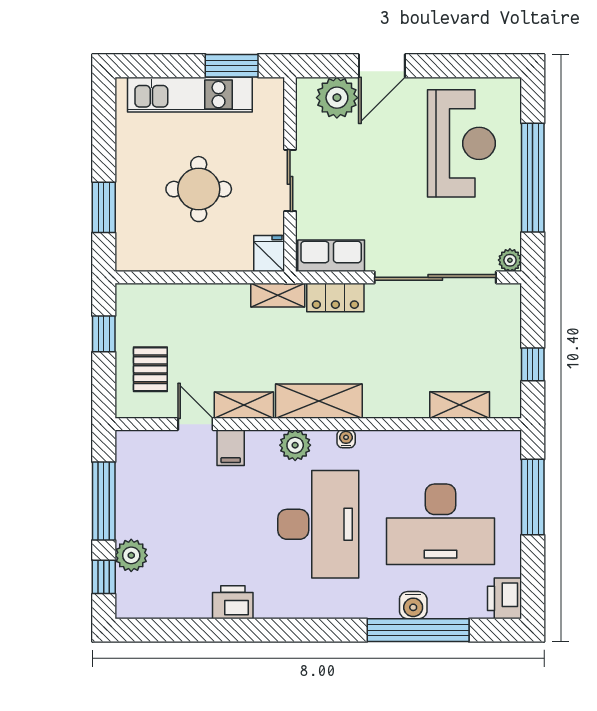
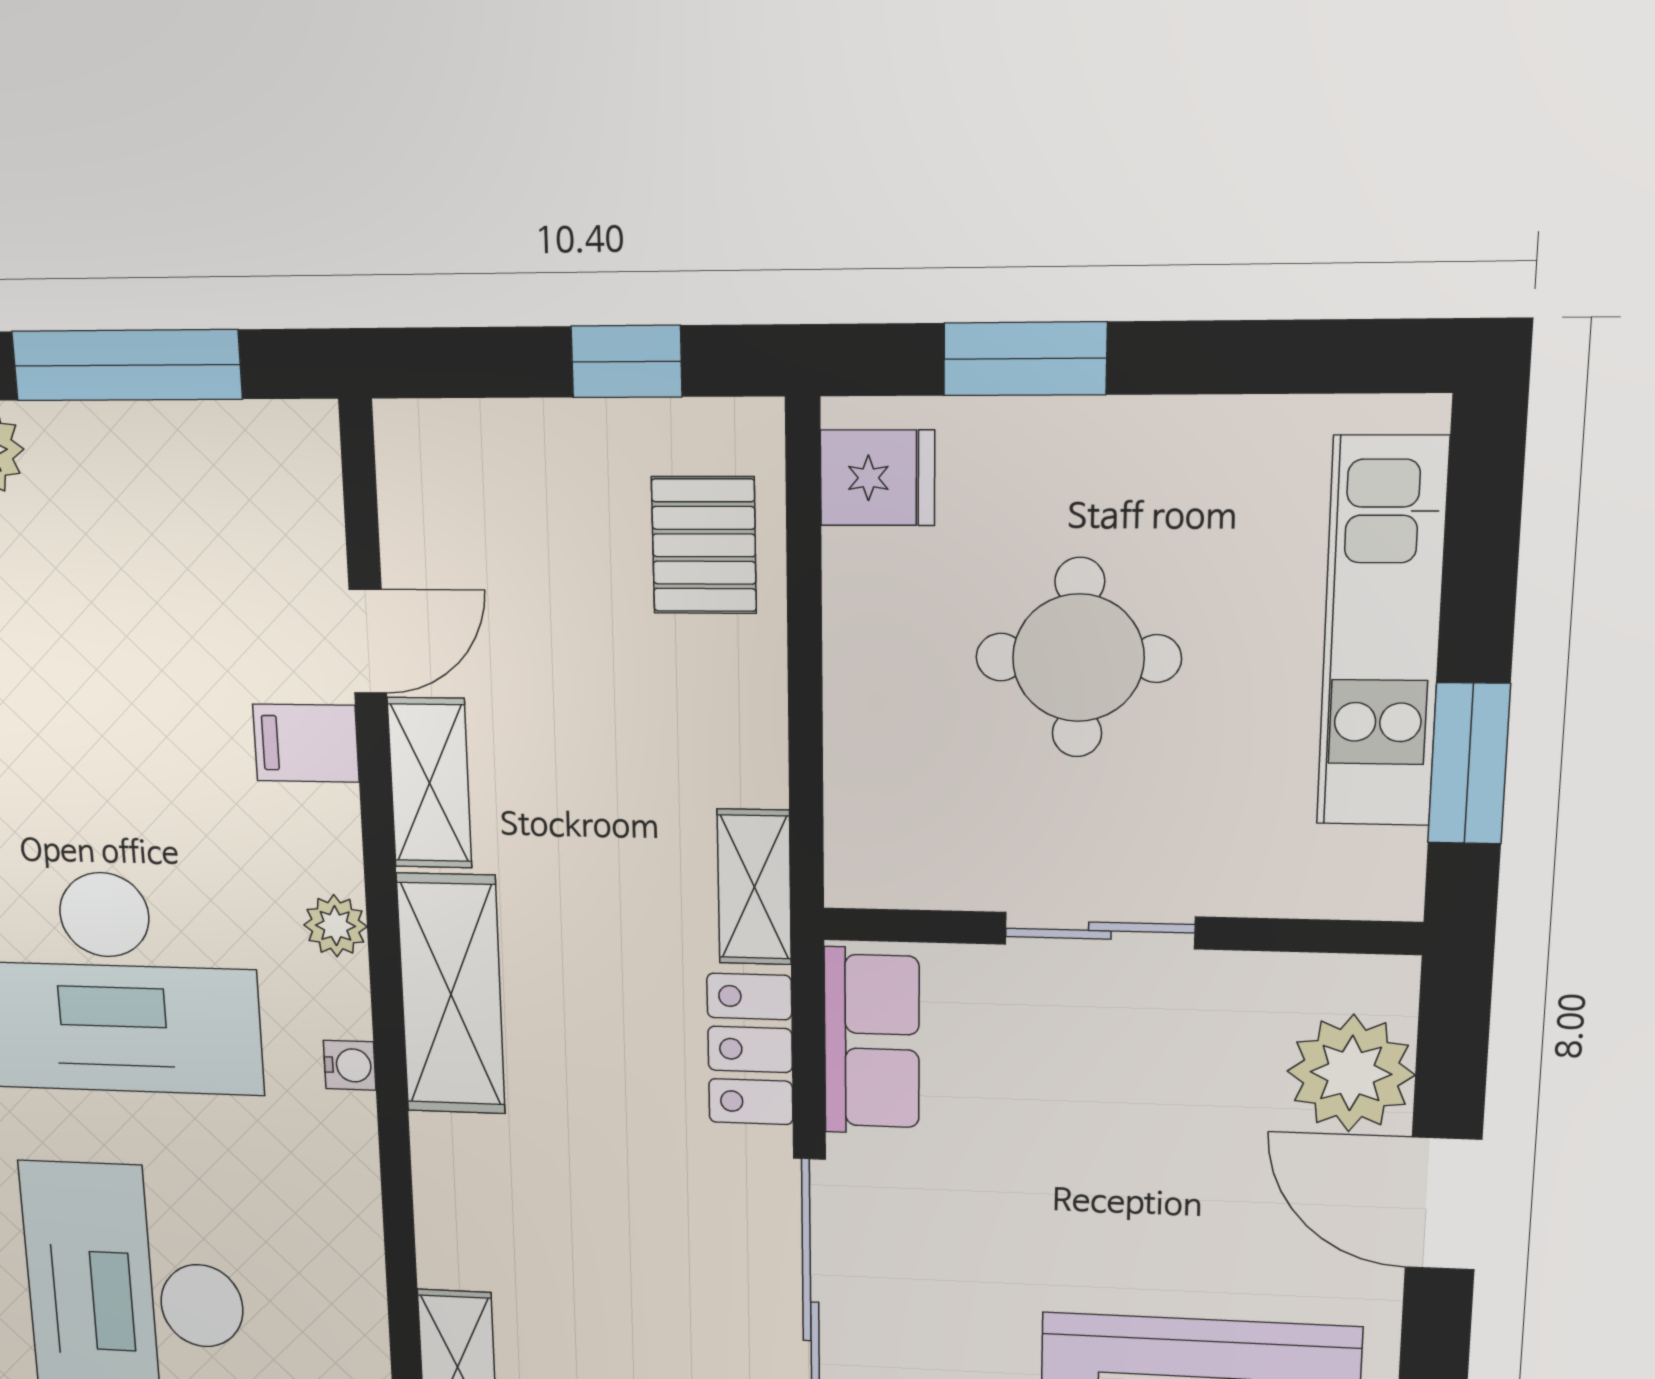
fridge: (269, 254) -> (877, 478), moved
pallet: (150, 369) -> (704, 545), moved, turned 90
plant: (295, 445) -> (335, 926), width x0.73, depth x0.73

